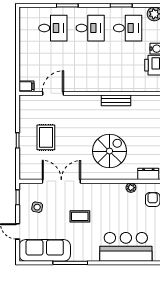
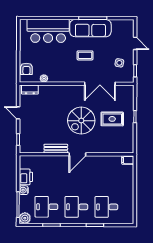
door: (53, 93) -> (77, 154), moved
rug: (46, 137) -> (112, 119), turned 90
spiral stairs: (109, 151) -> (81, 121), moved
sofa: (45, 250) -> (90, 28), moved

